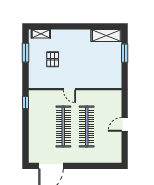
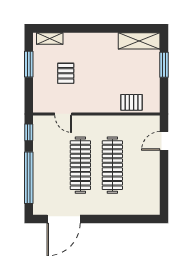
pallet: (101, 81) -> (132, 102), added
door: (69, 89) -> (63, 114), moved
door: (125, 124) -> (164, 141), moved
window: (25, 136) -> (29, 178), added

